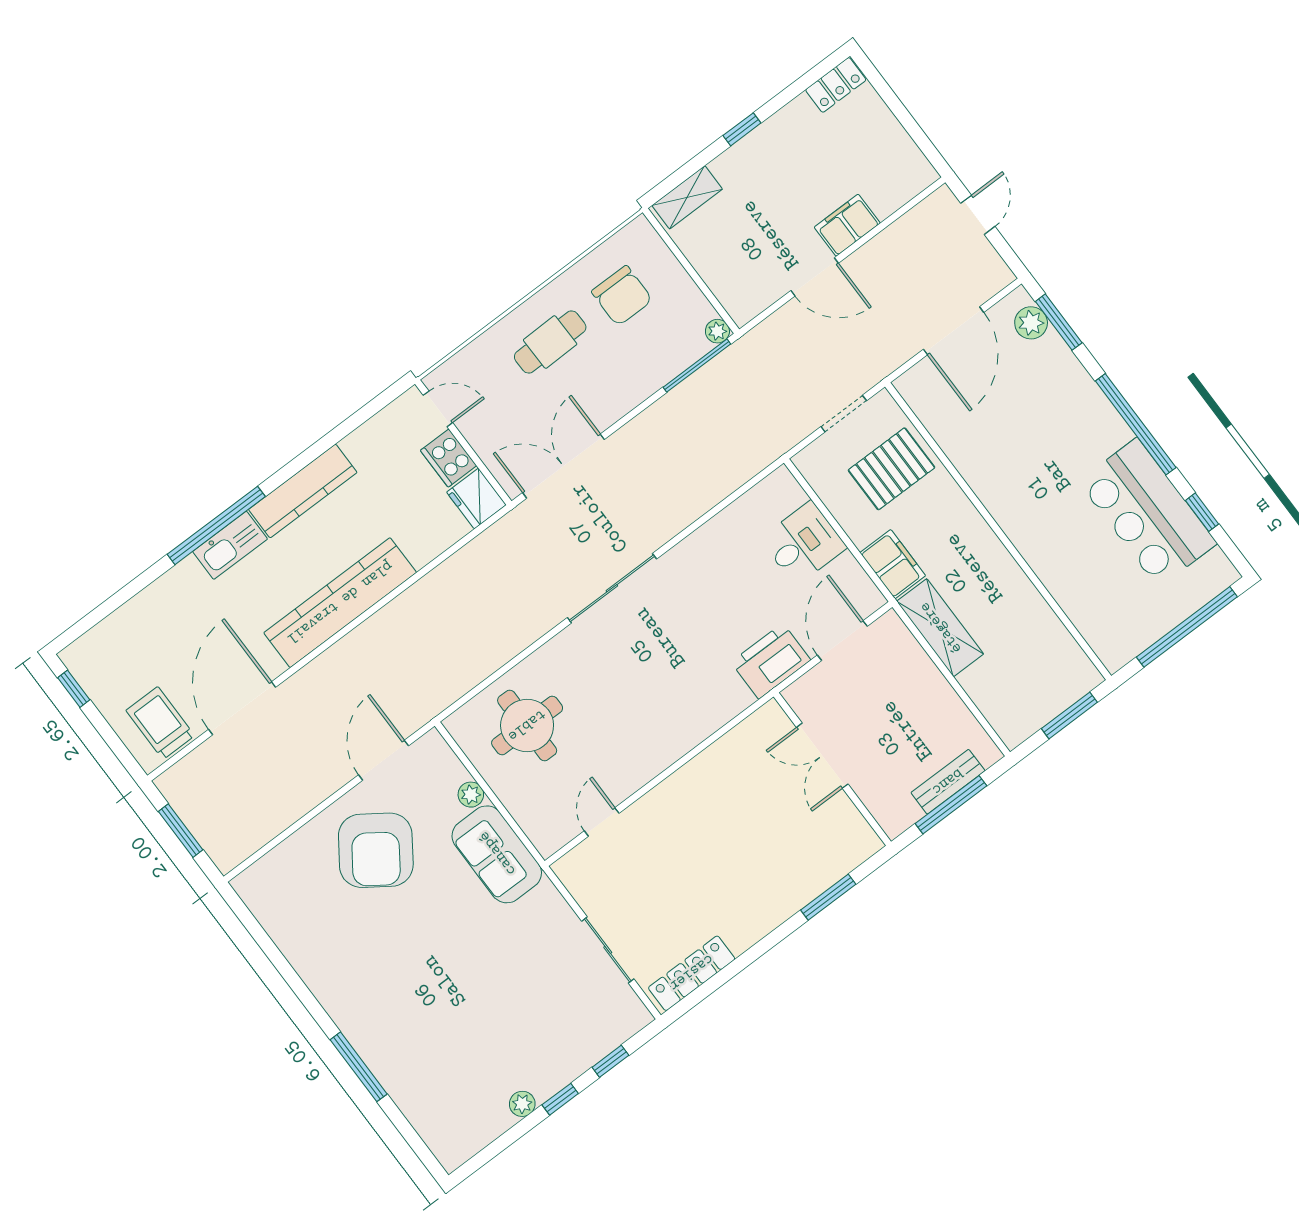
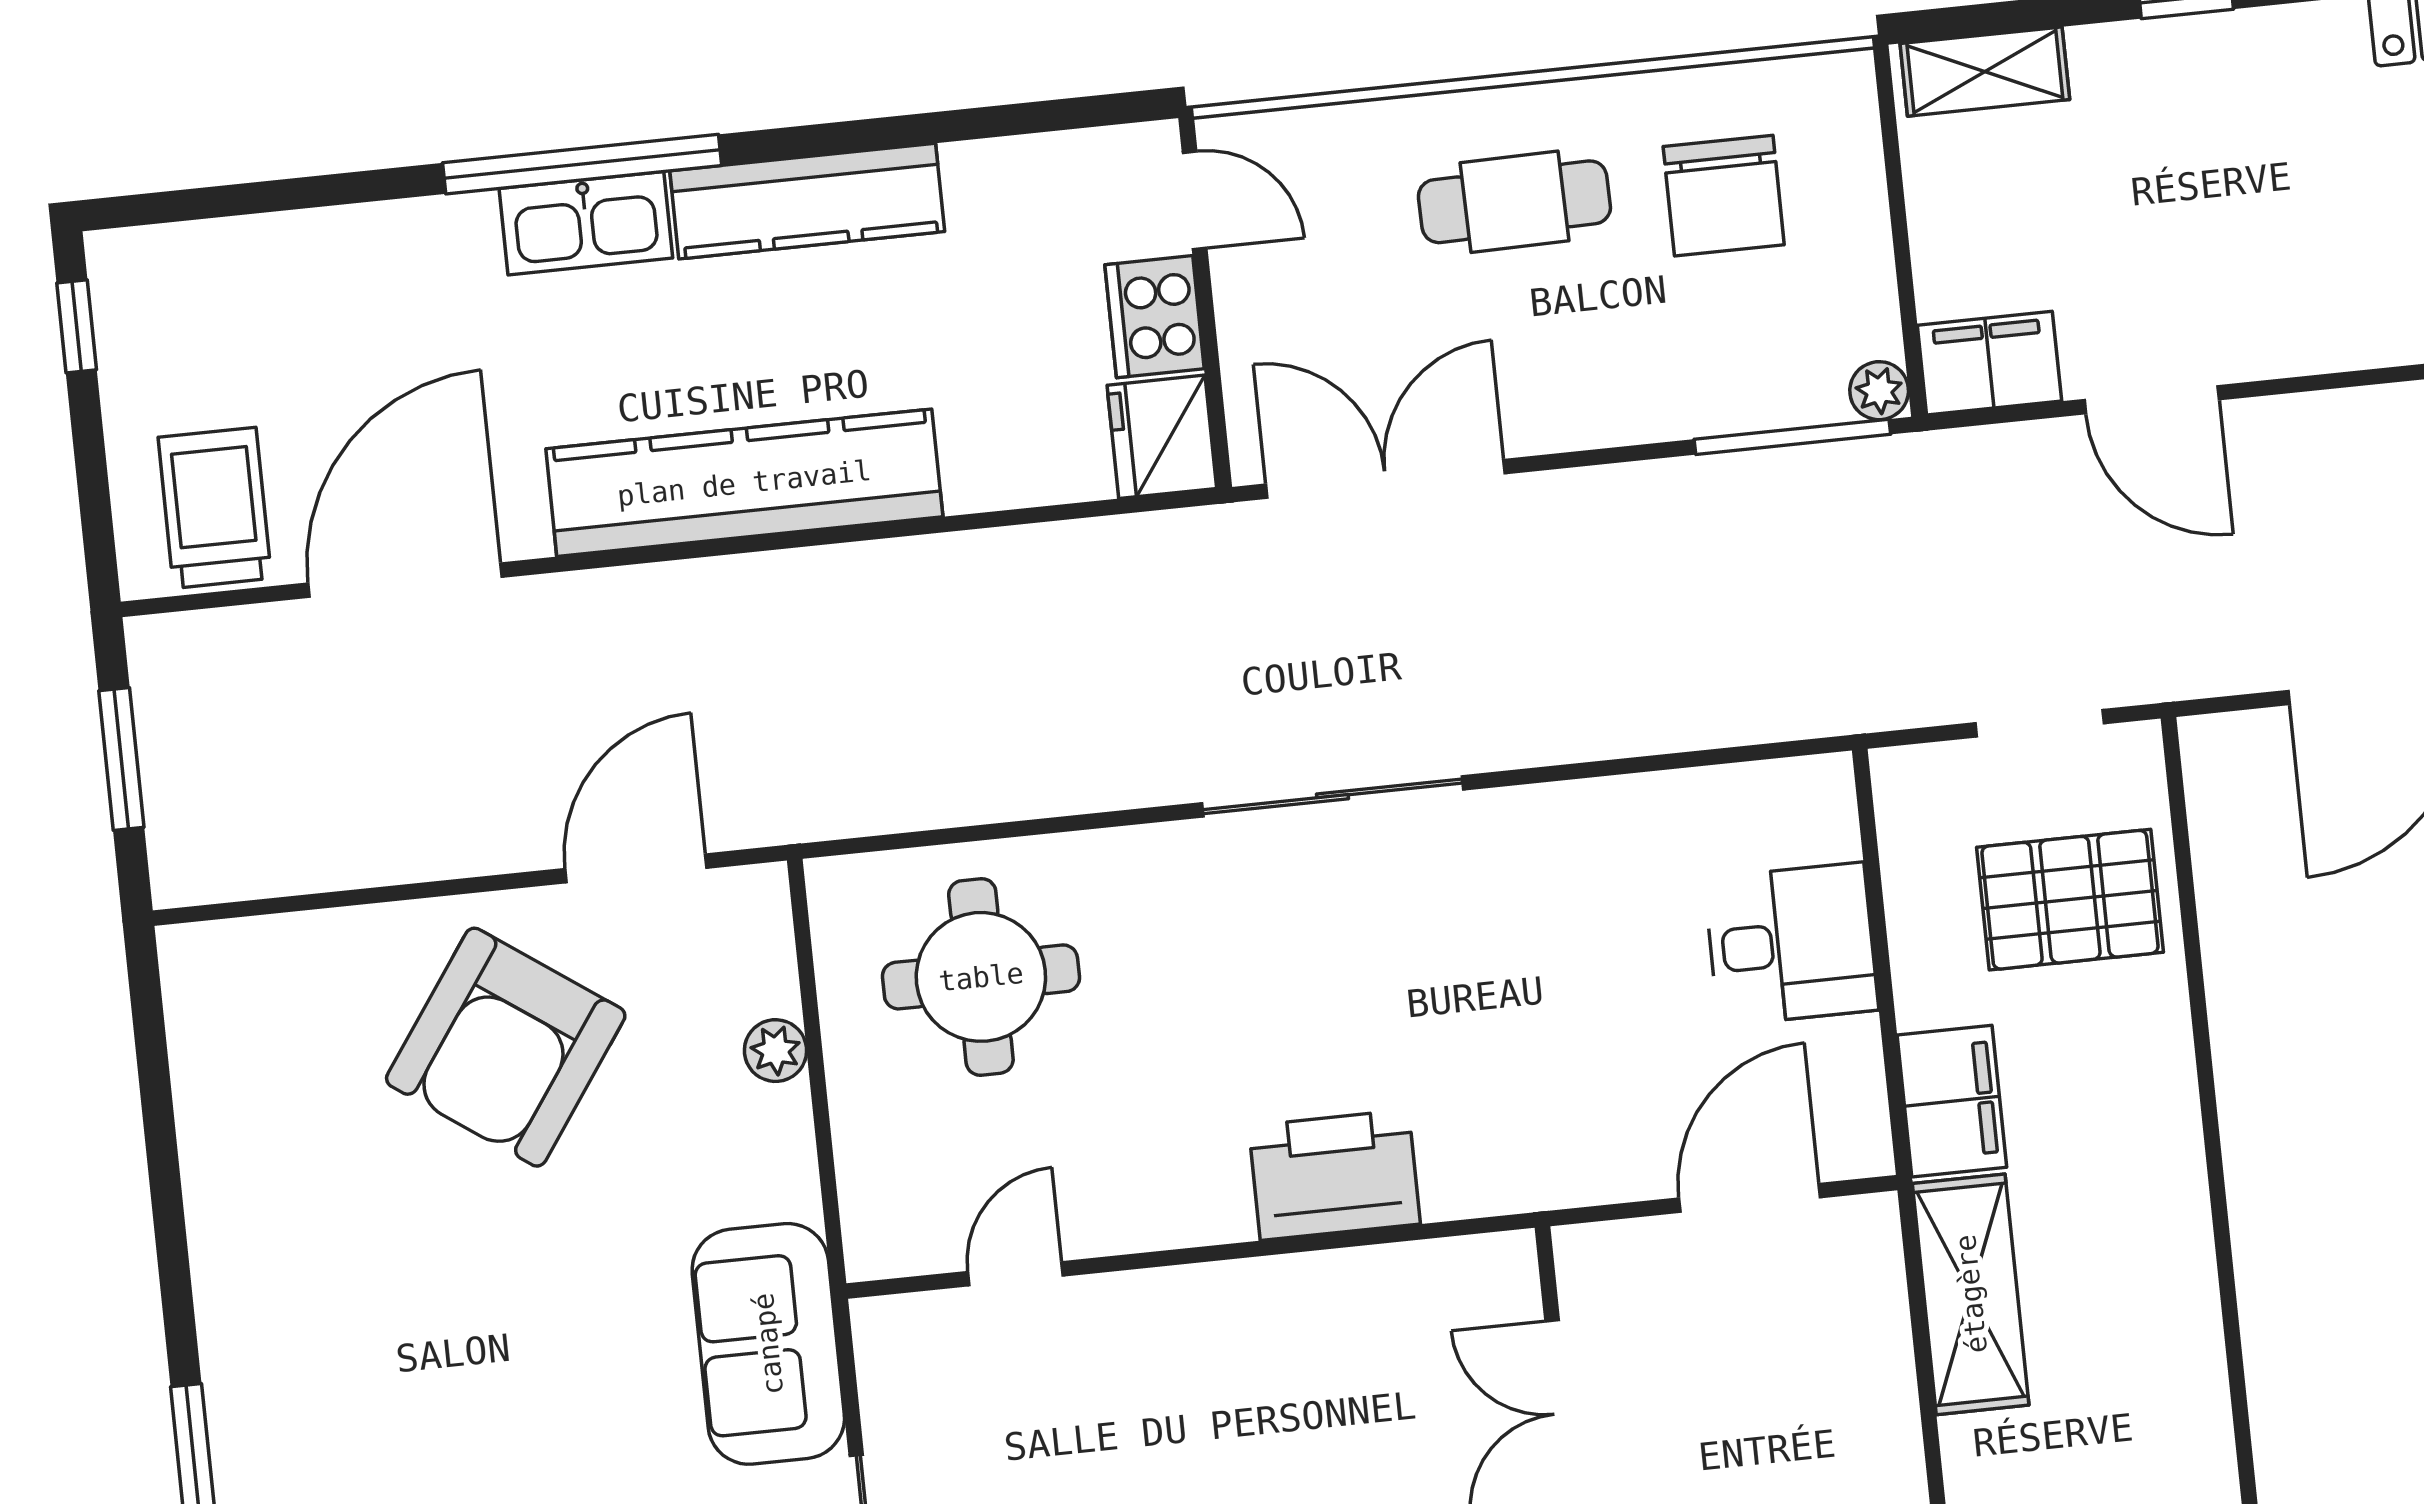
filing cabinet: (847, 225) -> (1989, 363), moved
printer: (771, 661) -> (1334, 1175), moved
sofa: (497, 854) -> (768, 1344), moved

